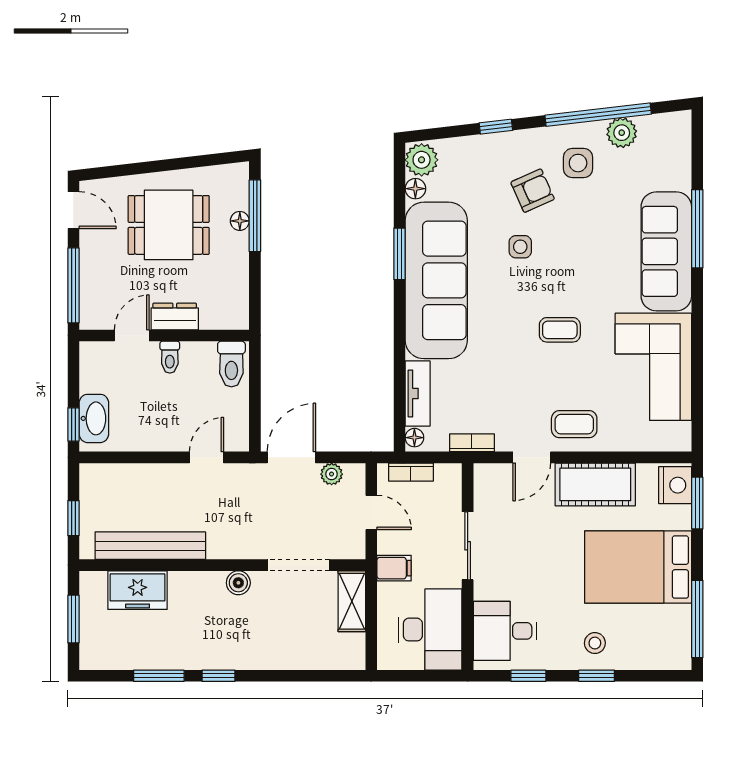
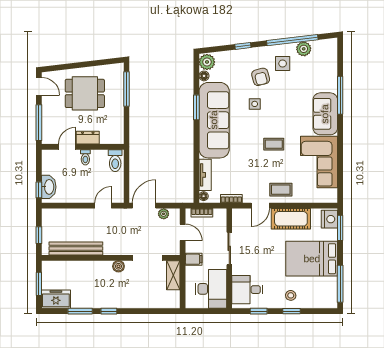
armchair: (533, 191) -> (261, 77), turned 100
floor lamp: (240, 221) -> (119, 91), removed
sofa: (666, 251) -> (325, 114), width x0.73
freezer: (138, 590) -> (56, 299), moved, turned 180

